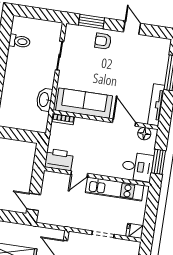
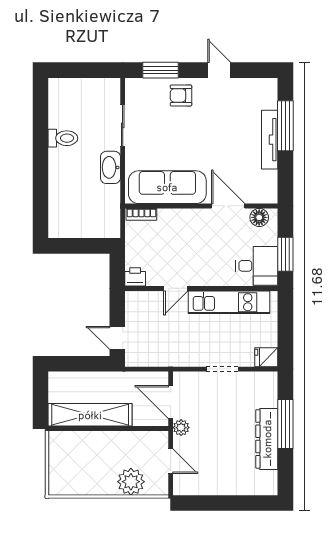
toilet: (20, 41) -> (63, 138), moved
washbasin: (44, 100) -> (110, 167), moved
tv unit: (156, 105) -> (270, 140), moved
printer: (59, 160) -> (135, 277), width x0.53, depth x0.68

